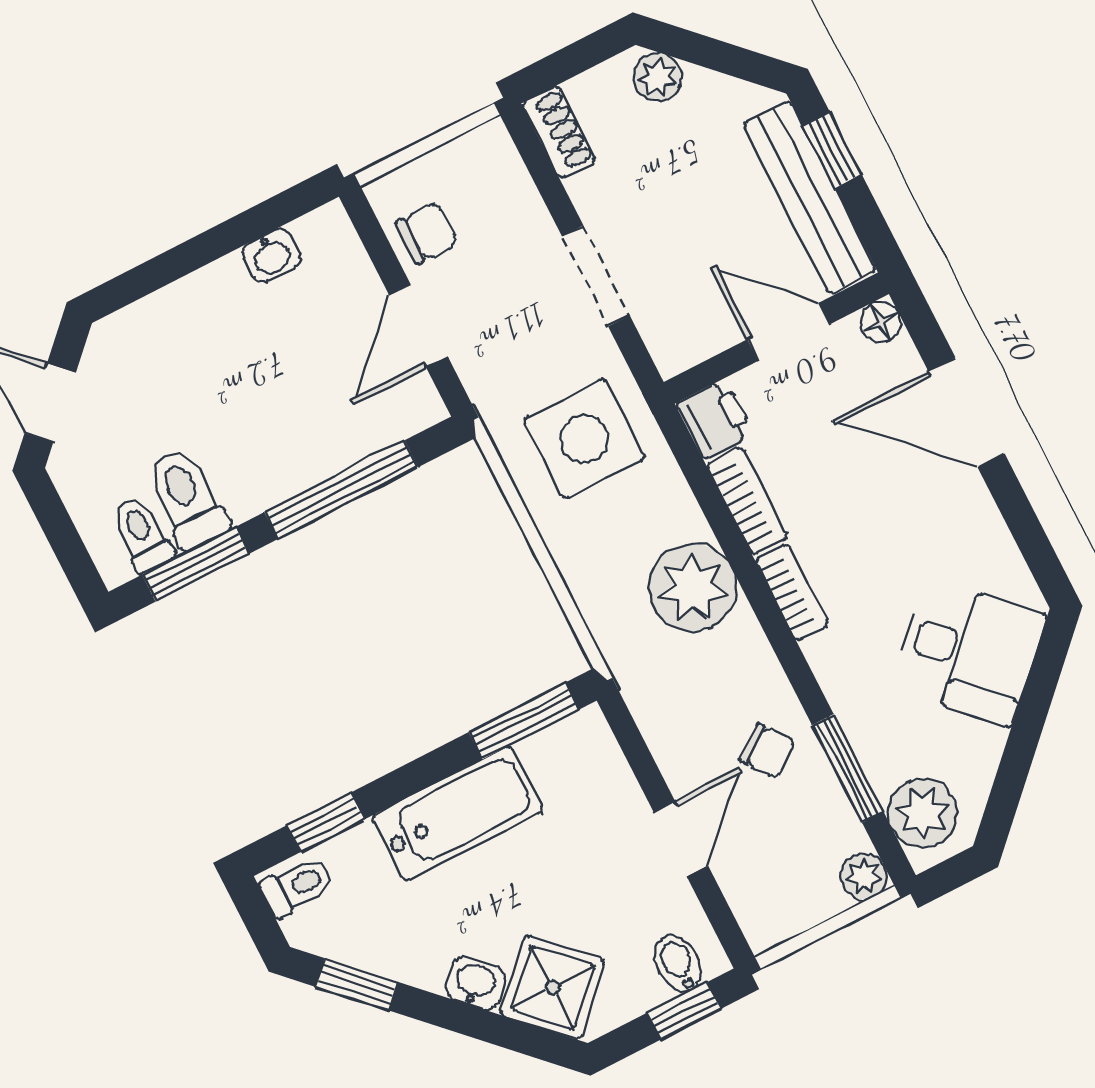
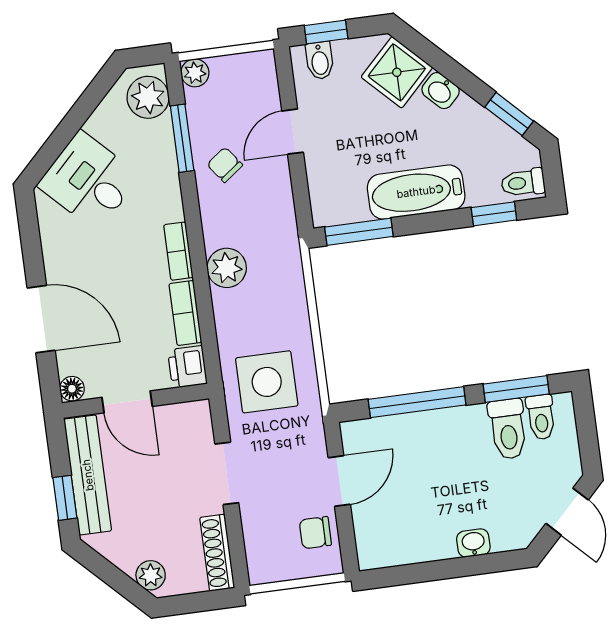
shoe rack: (559, 132) -> (217, 553), width x1.43
washbasin: (271, 255) -> (473, 543), moved
plant: (692, 588) -> (227, 268), width x0.73, depth x0.73

